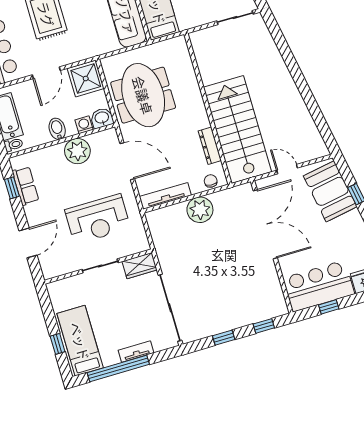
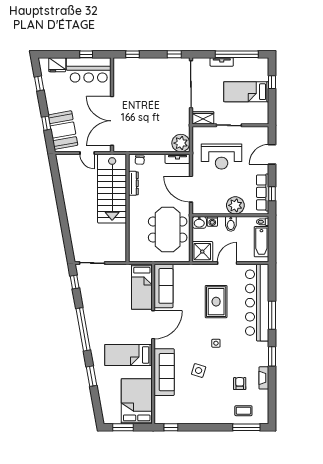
plant: (77, 151) -> (235, 205), moved
row of seats: (26, 186) -> (263, 192), width x1.48
tv unit: (165, 196) -> (177, 159), width x0.71
plant: (200, 210) -> (181, 143), moved
reception desk: (98, 219) -> (222, 157), turned 180
window: (224, 338) -> (174, 54), moved
bed: (80, 341) -> (246, 92), moved, turned 90

